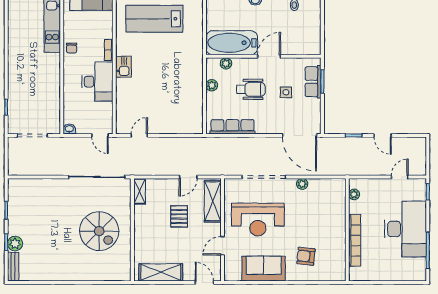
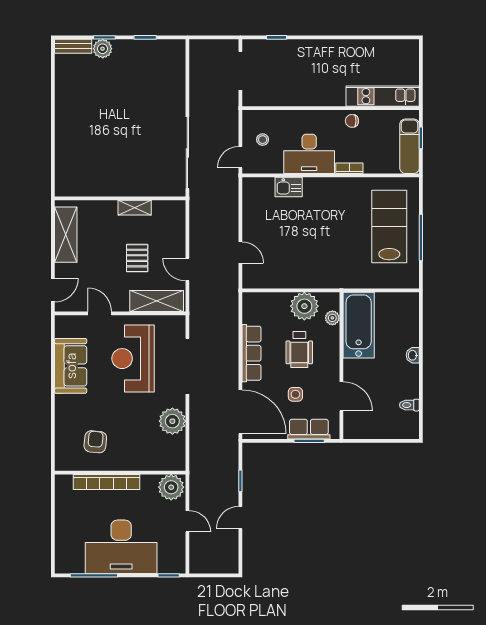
door: (269, 56) -> (341, 396), moved
kitchen sink: (123, 67) -> (289, 187), moved
plant: (212, 85) -> (304, 306), width x1.88, depth x1.88
stool: (86, 118) -> (263, 140), added
row of seats: (232, 127) -> (252, 353), moved
washbasin: (69, 129) -> (249, 118), removed
door: (139, 135) -> (240, 252), moved
door: (300, 135) -> (240, 412), swing flipped
door: (400, 177) -> (187, 521), moved
plant: (302, 184) -> (172, 421), width x1.87, depth x1.87
shelving: (140, 191) -> (135, 208), moved
plant: (354, 194) -> (171, 487), width x1.88, depth x1.88
pallet: (179, 216) -> (137, 258), turned 90
spiral stairs: (99, 231) -> (118, 156), removed
armchair: (306, 256) -> (95, 442), moved

